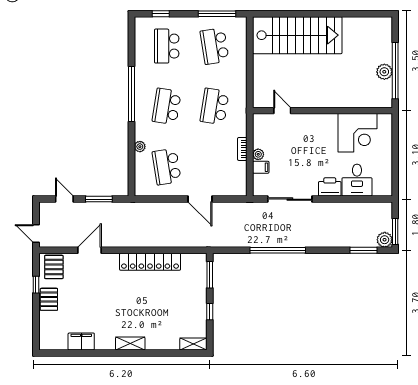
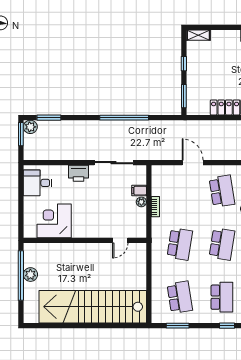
window: (217, 14) -> (178, 326), width x0.69
stairs: (297, 35) -> (93, 307), width x1.36
door: (282, 111) -> (120, 240), hinge flipped
desk: (357, 180) -> (38, 183), moved, turned -90

